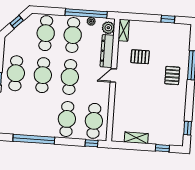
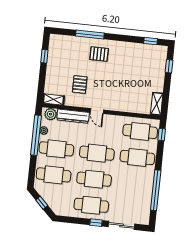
shelving: (136, 138) -> (157, 104), moved

